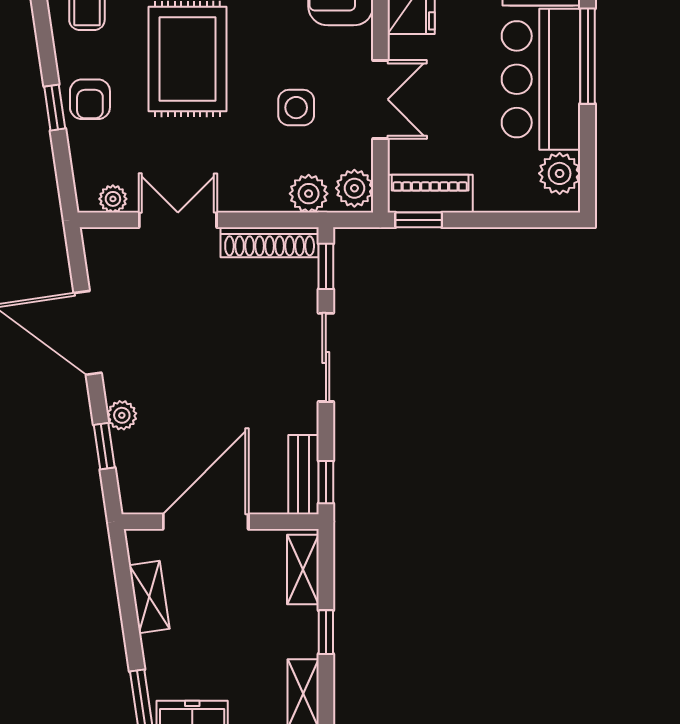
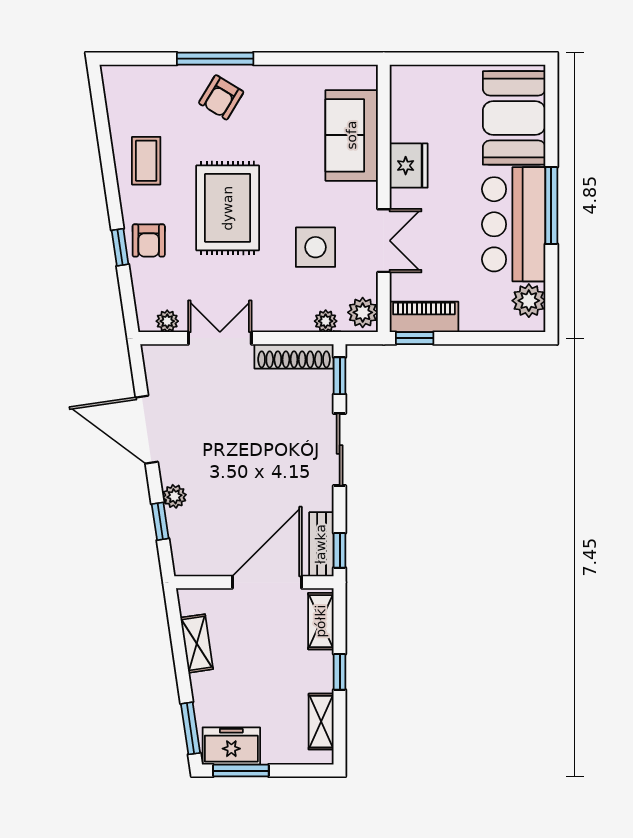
side table: (296, 108) -> (316, 247), width x1.37, depth x1.37
plant: (309, 194) -> (326, 321), width x0.73, depth x0.73
door: (206, 522) -> (267, 582), moved

